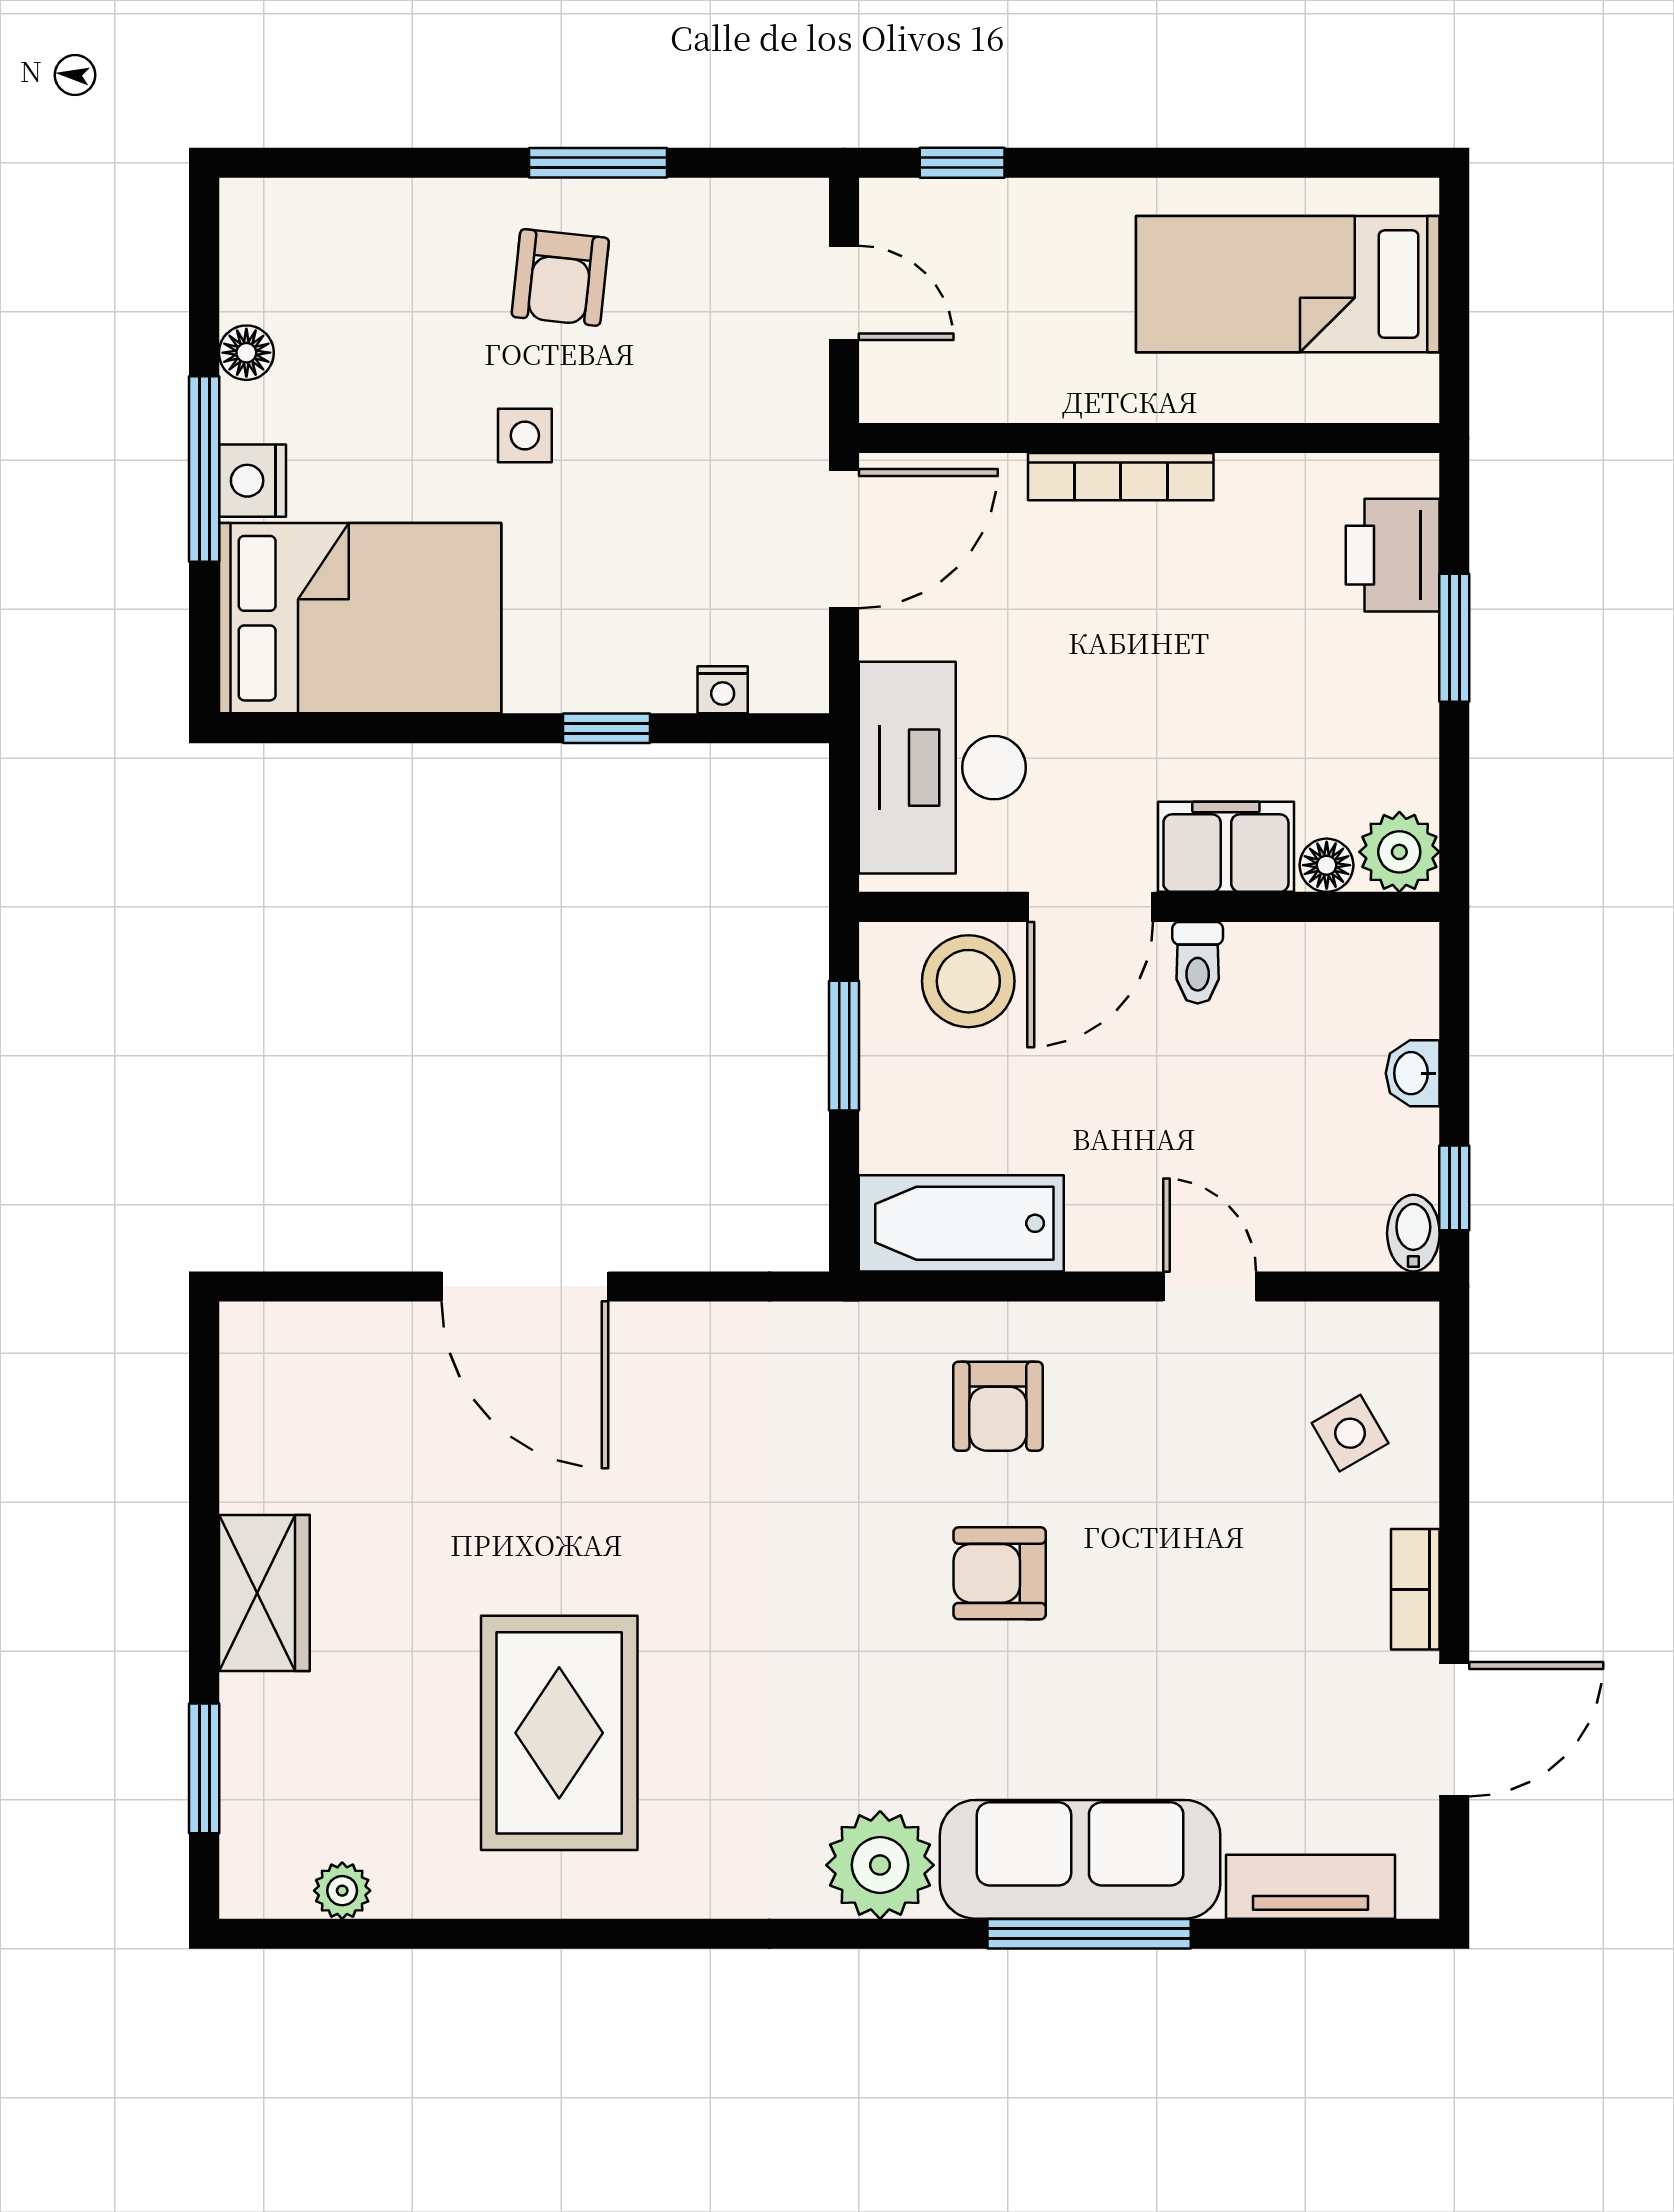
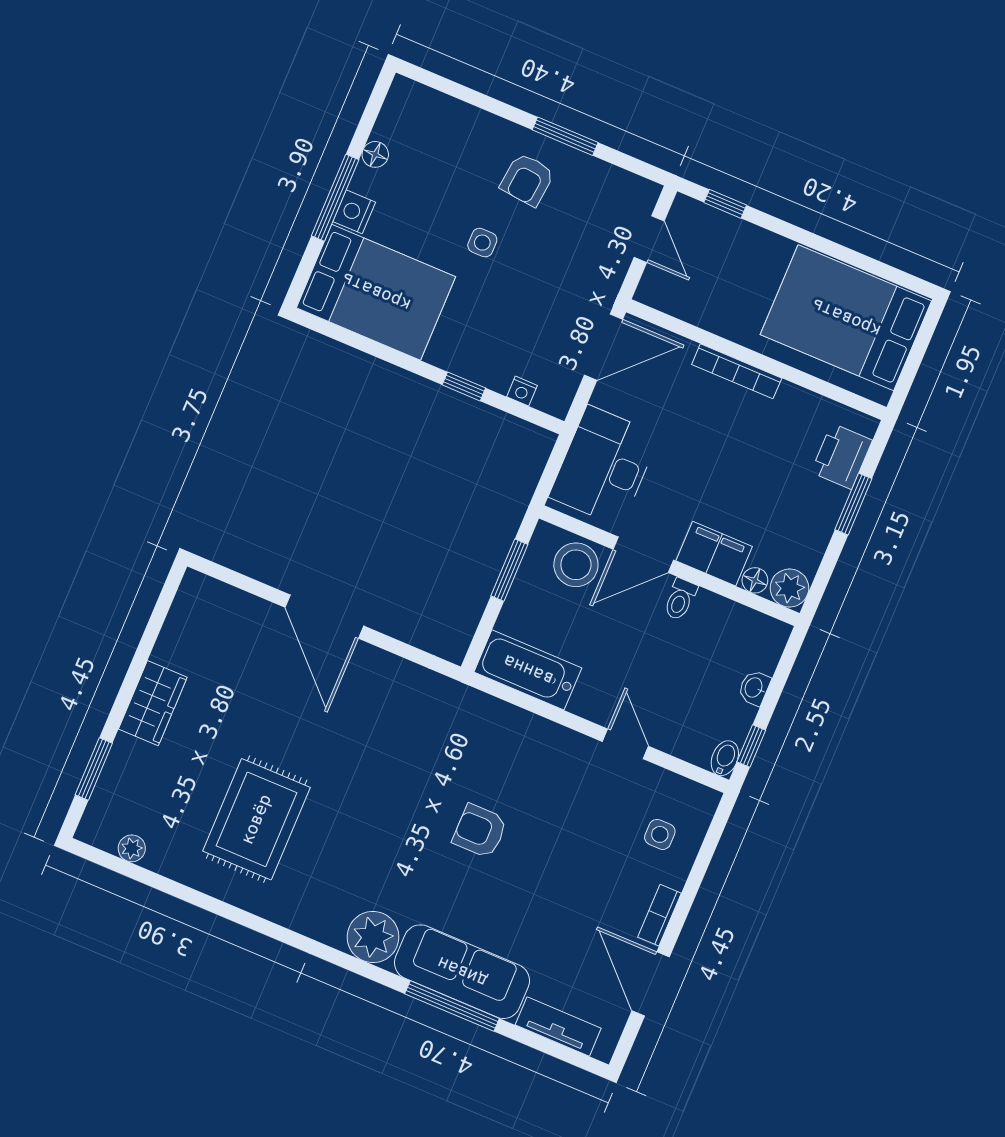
bed: (1288, 284) -> (846, 318), width x1.50
armchair: (998, 1406) -> (510, 757), removed
side table: (1350, 1433) -> (660, 834), turned 30
door: (1454, 1729) -> (651, 984), swing flipped

